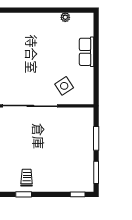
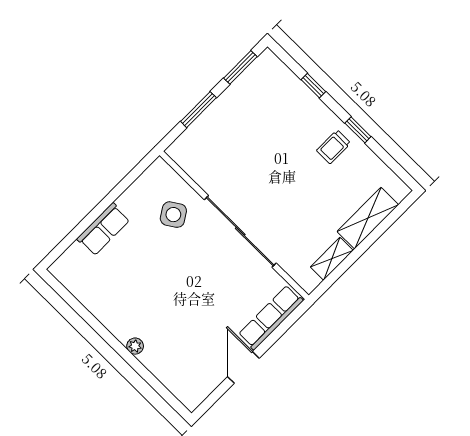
plant: (65, 17) -> (135, 346), moved
window: (78, 194) -> (313, 86), moved

